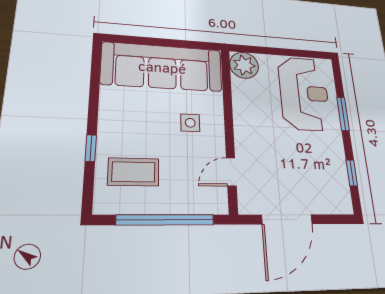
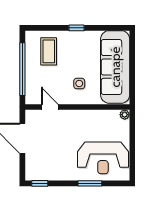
plant: (244, 65) -> (125, 115), width x0.53, depth x0.53
window: (91, 148) -> (76, 28), moved
window: (352, 173) -> (40, 183), moved

